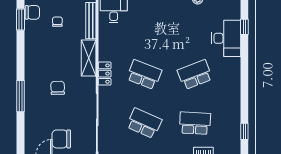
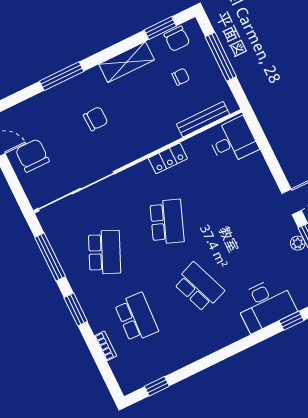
shelving: (89, 58) -> (127, 62), moved
locker: (105, 74) -> (168, 158), moved

